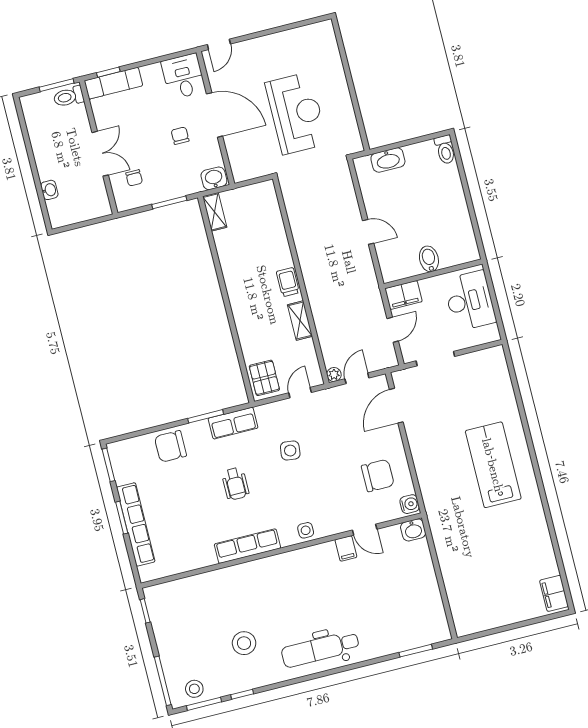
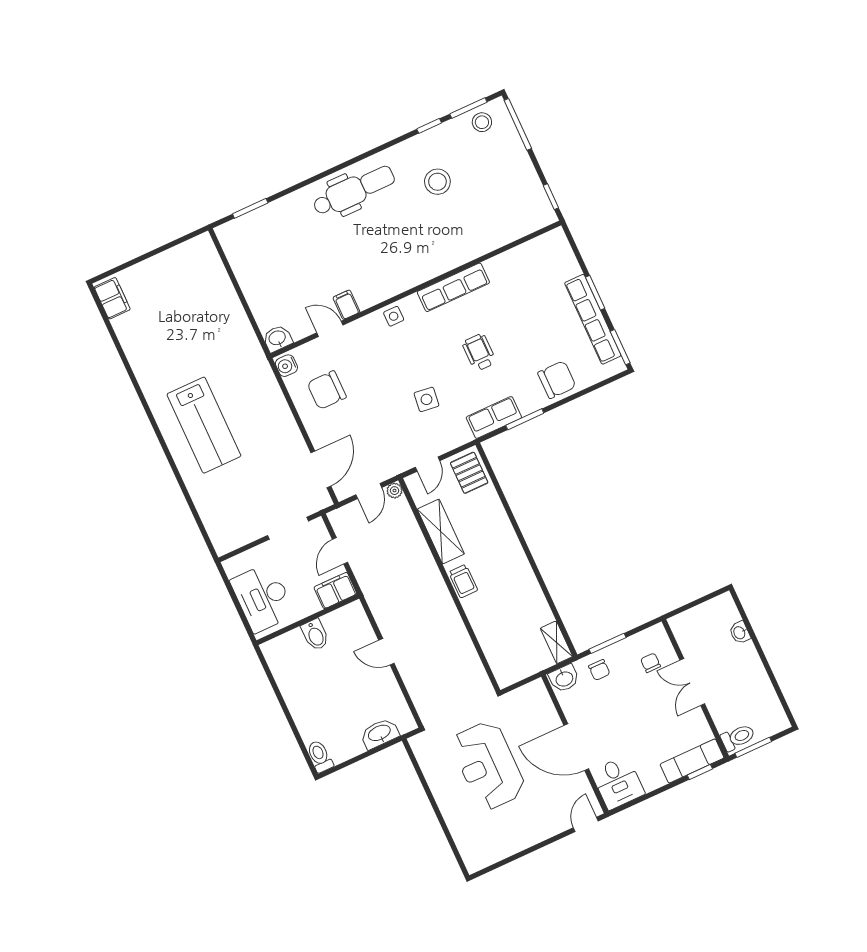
chair: (180, 136) -> (599, 670), moved
shelving: (300, 321) -> (441, 532), width x1.50, depth x1.33
row of seats: (136, 524) -> (593, 319), moved

